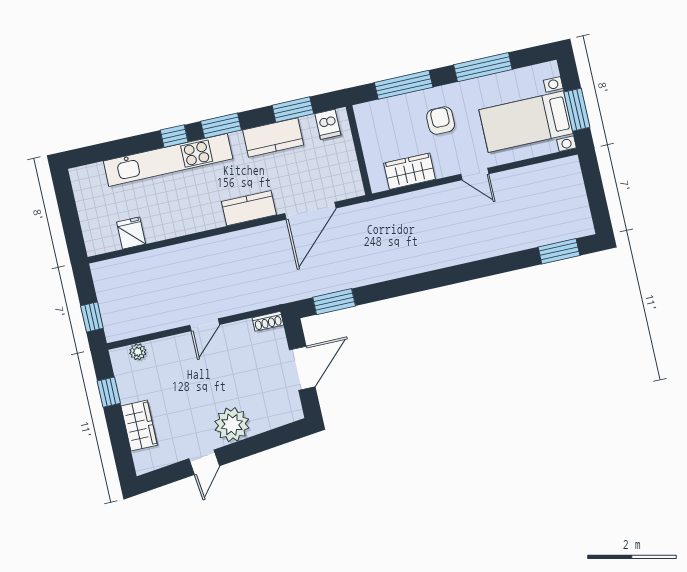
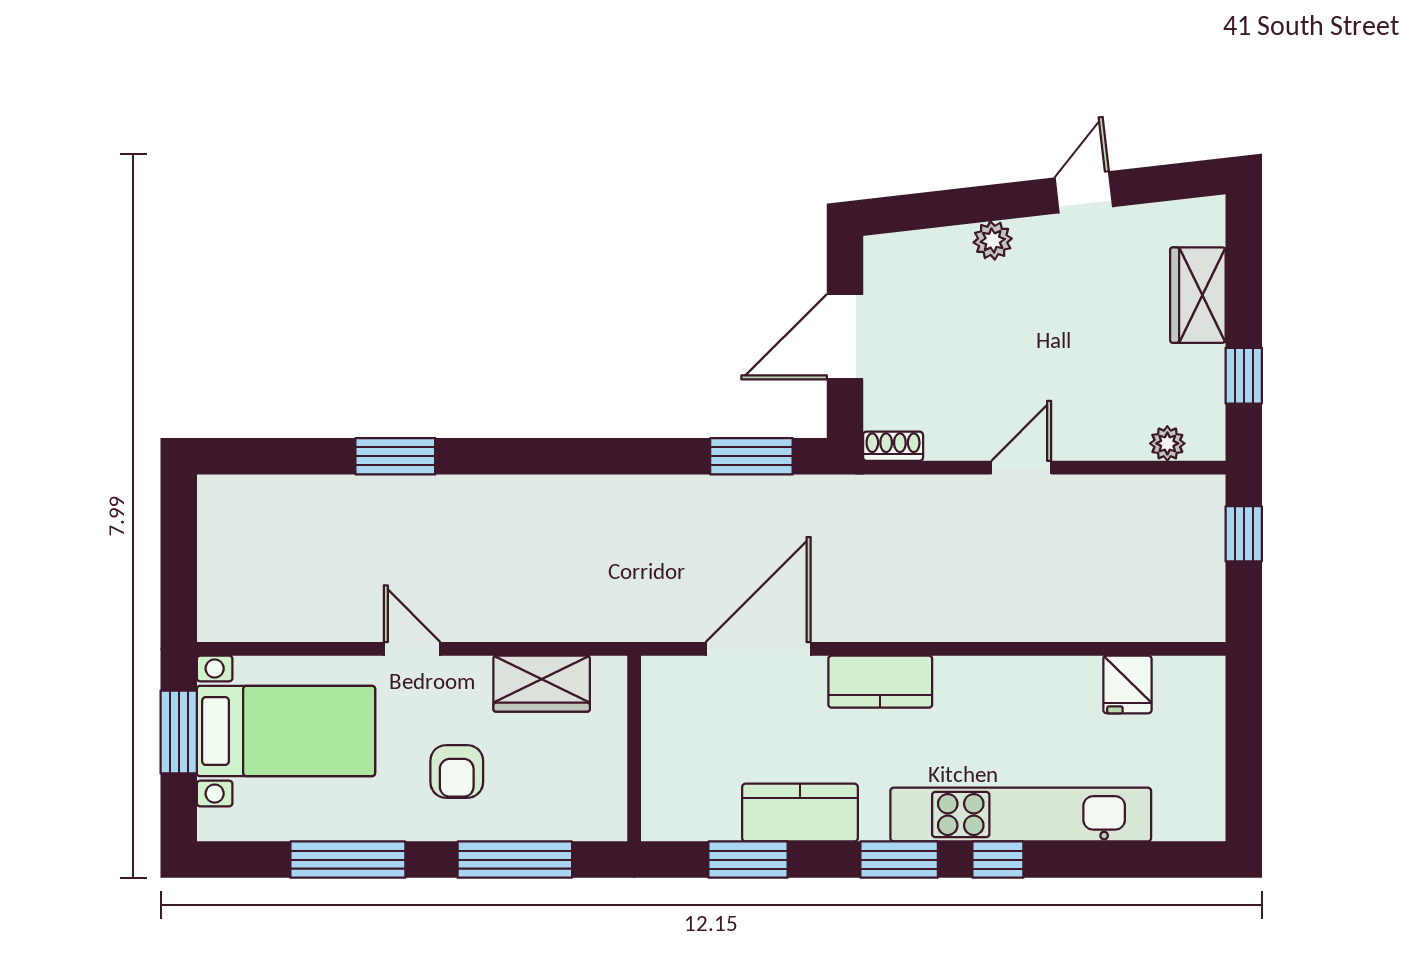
dishwasher: (328, 124) -> (684, 814), removed
window: (559, 251) -> (395, 456), moved
plant: (232, 425) -> (993, 240), width x0.53, depth x0.53

